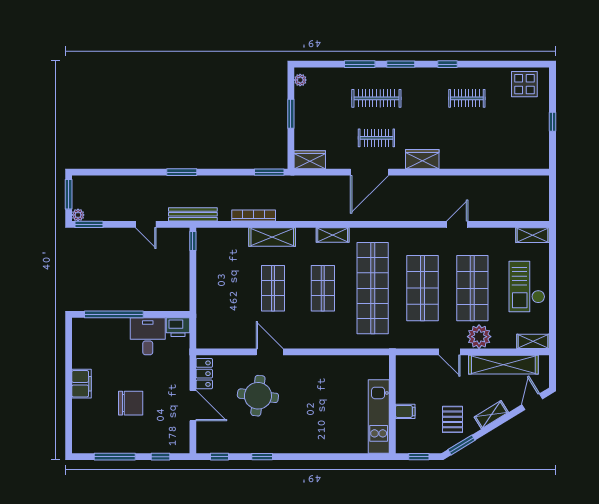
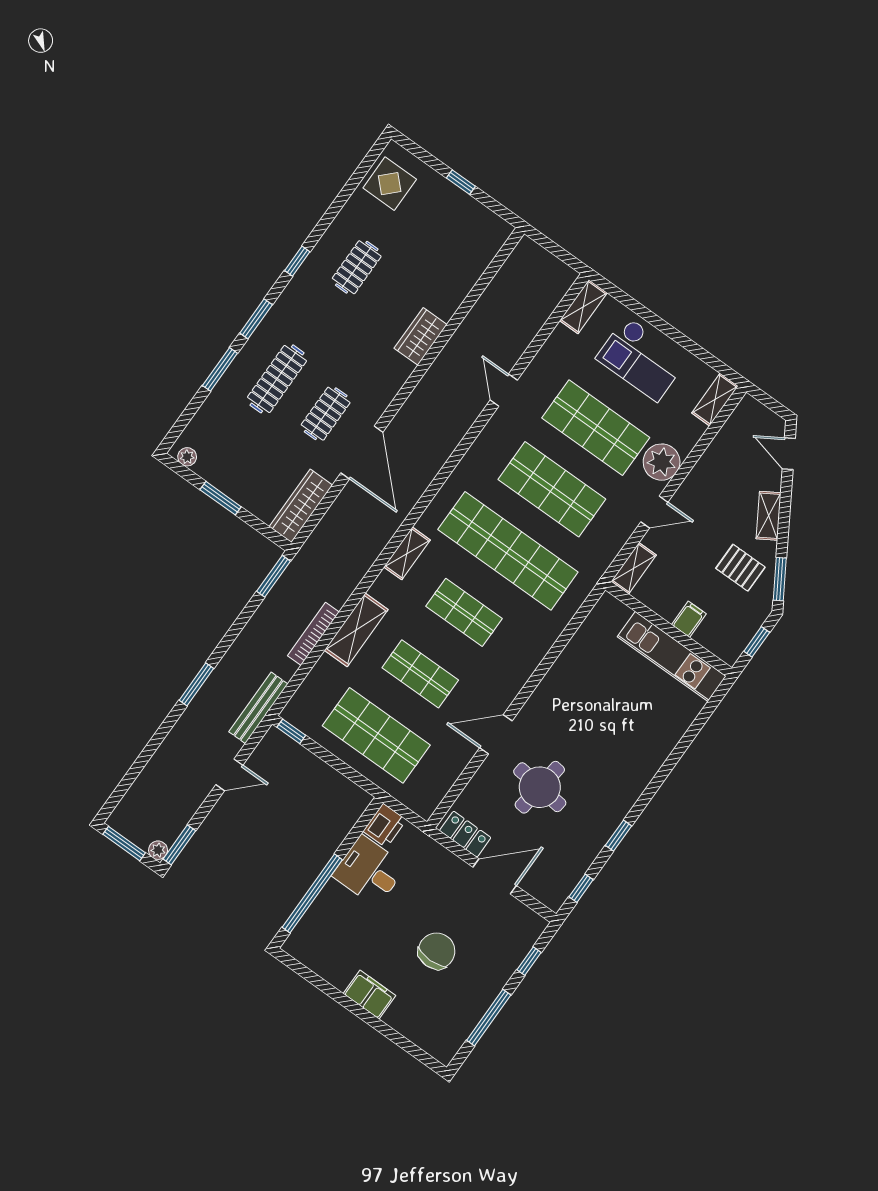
wardrobe: (422, 159) -> (421, 336), moved
wardrobe: (310, 160) -> (301, 506), width x1.50
shop shelf: (223, 288) -> (376, 735), added
shelving: (503, 365) -> (634, 568), moved, width x0.45, depth x0.75

